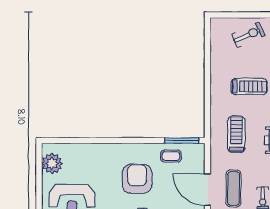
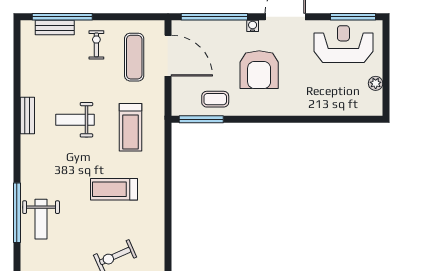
plant: (52, 163) -> (376, 83), width x0.53, depth x0.53

